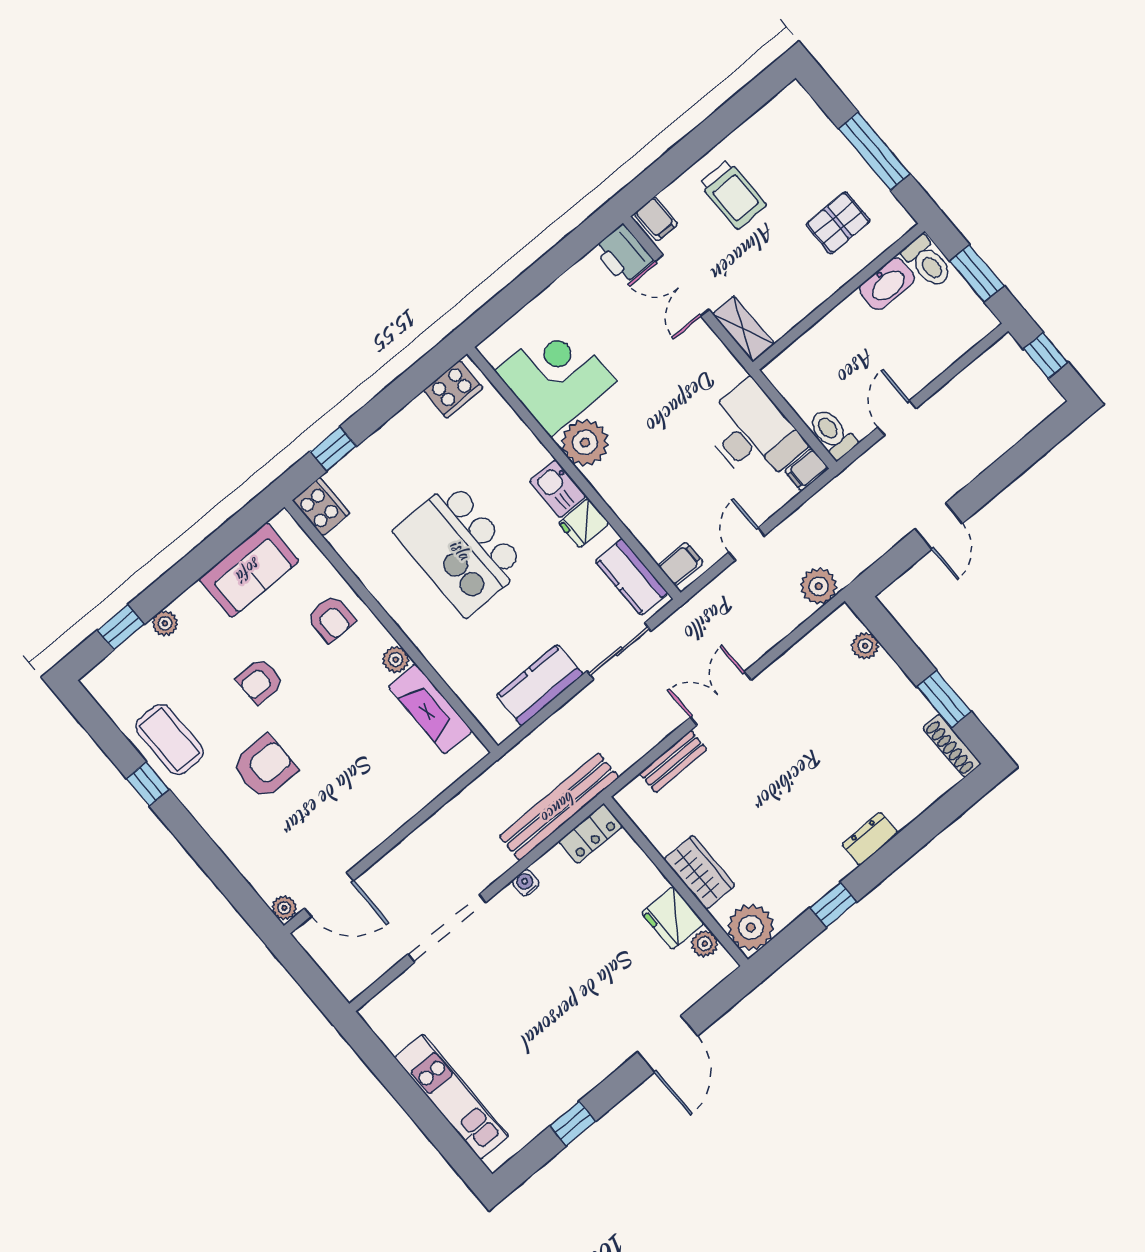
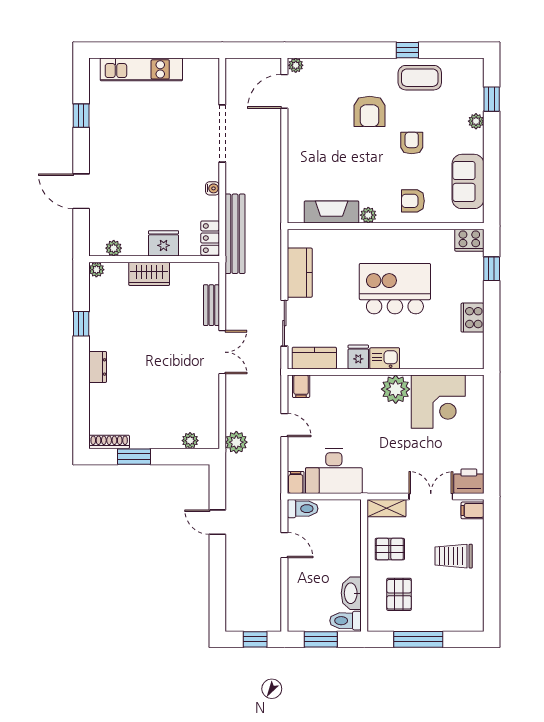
pallet: (791, 282) -> (390, 549), added
cooker: (453, 389) -> (472, 318), moved
fridge: (673, 918) -> (164, 243), moved
plant: (751, 927) -> (96, 270), width x0.53, depth x0.53

